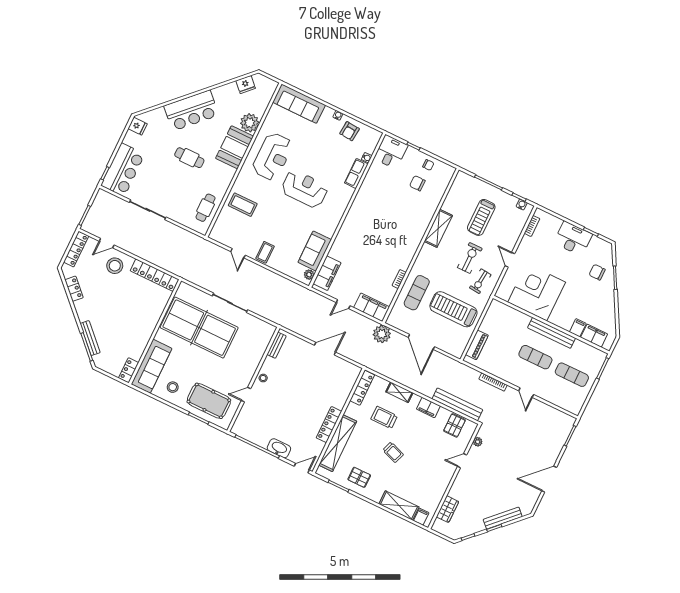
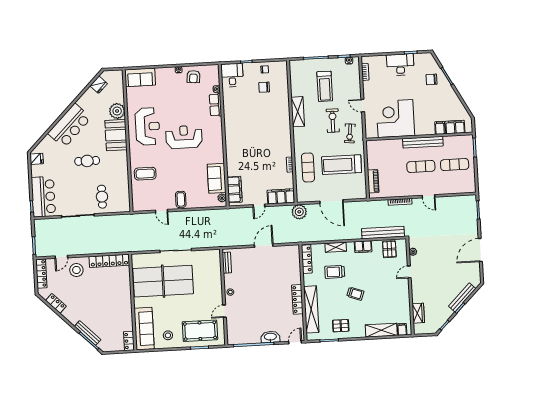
sofa: (299, 104) -> (140, 77), width x0.73
cafe table: (206, 208) -> (102, 197), moved

